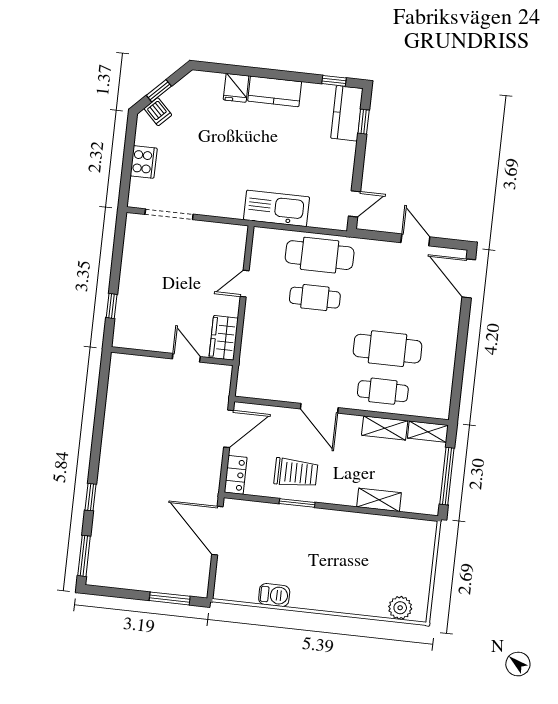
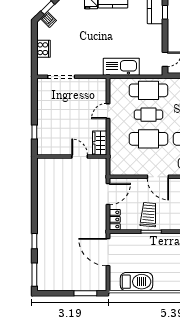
cafe table: (310, 340) -> (148, 139), added
trolley: (296, 473) -> (149, 215), turned -85
barbecue: (274, 595) -> (137, 282), width x1.88, depth x1.53

